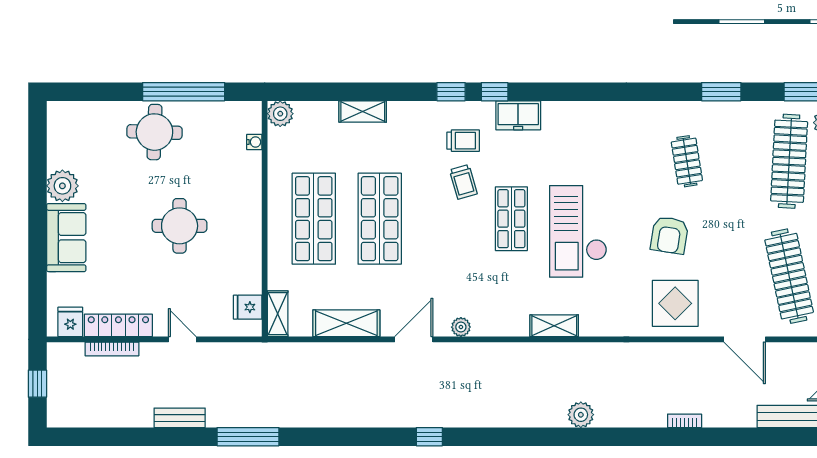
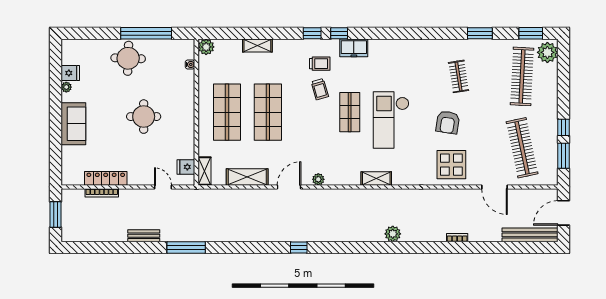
plant: (62, 186) -> (66, 87), width x0.53, depth x0.53
fridge: (70, 322) -> (70, 73), moved, turned 90
door: (182, 339) -> (163, 187), moved
window: (37, 384) -> (55, 214), width x1.50

